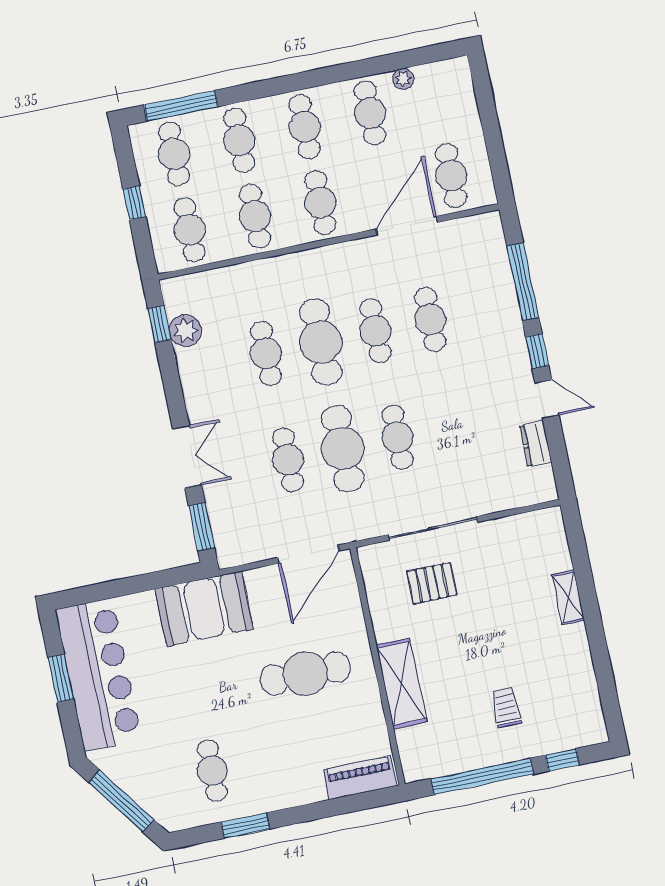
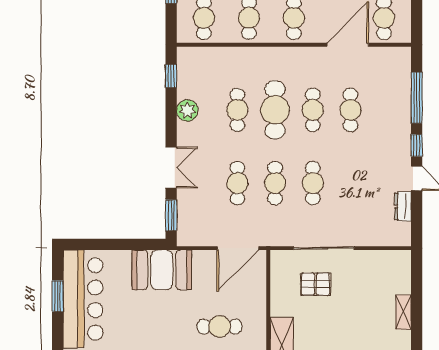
plant: (185, 330) -> (187, 110), moved
cafe table: (343, 449) -> (275, 183), width x0.73, depth x0.74
cafe table: (305, 674) -> (220, 327), width x0.73, depth x0.74

